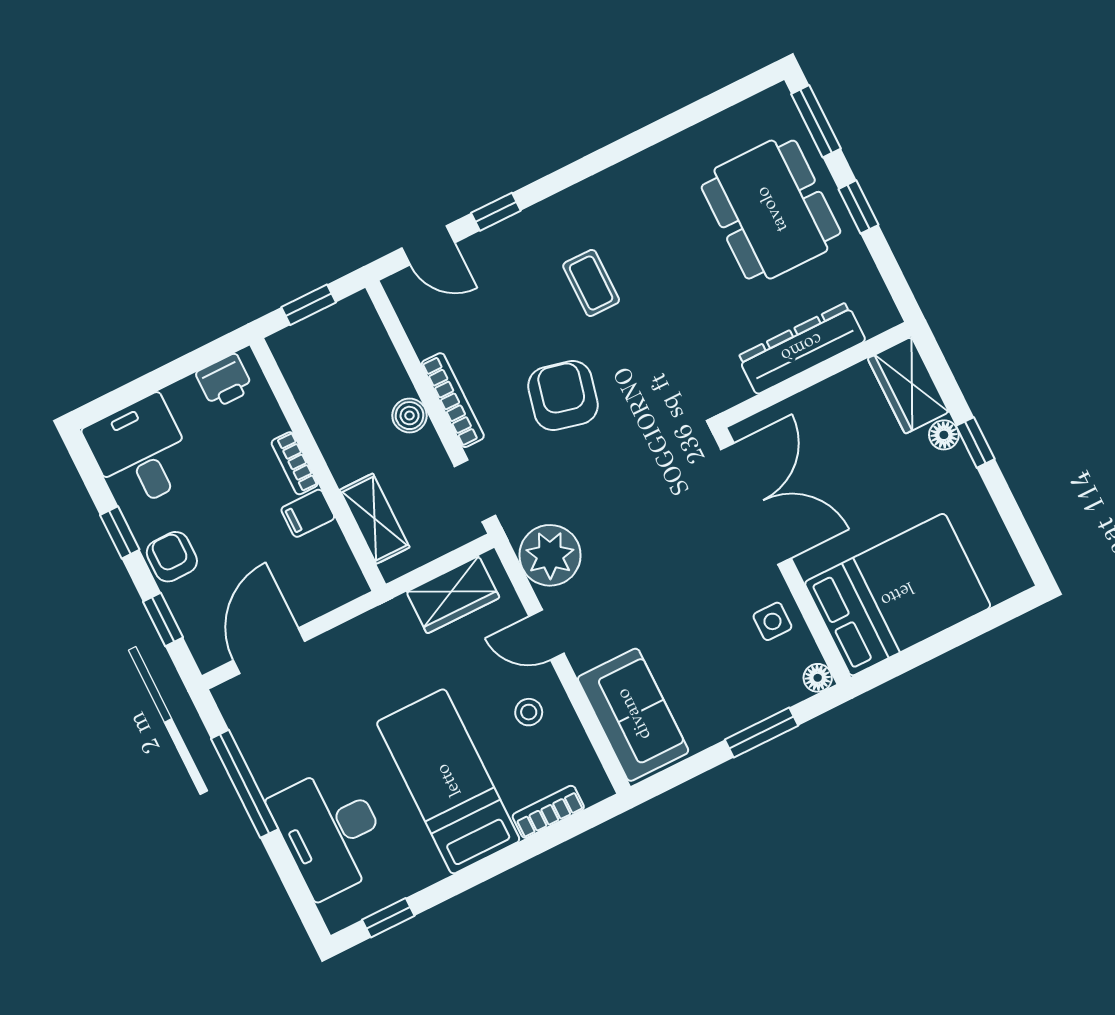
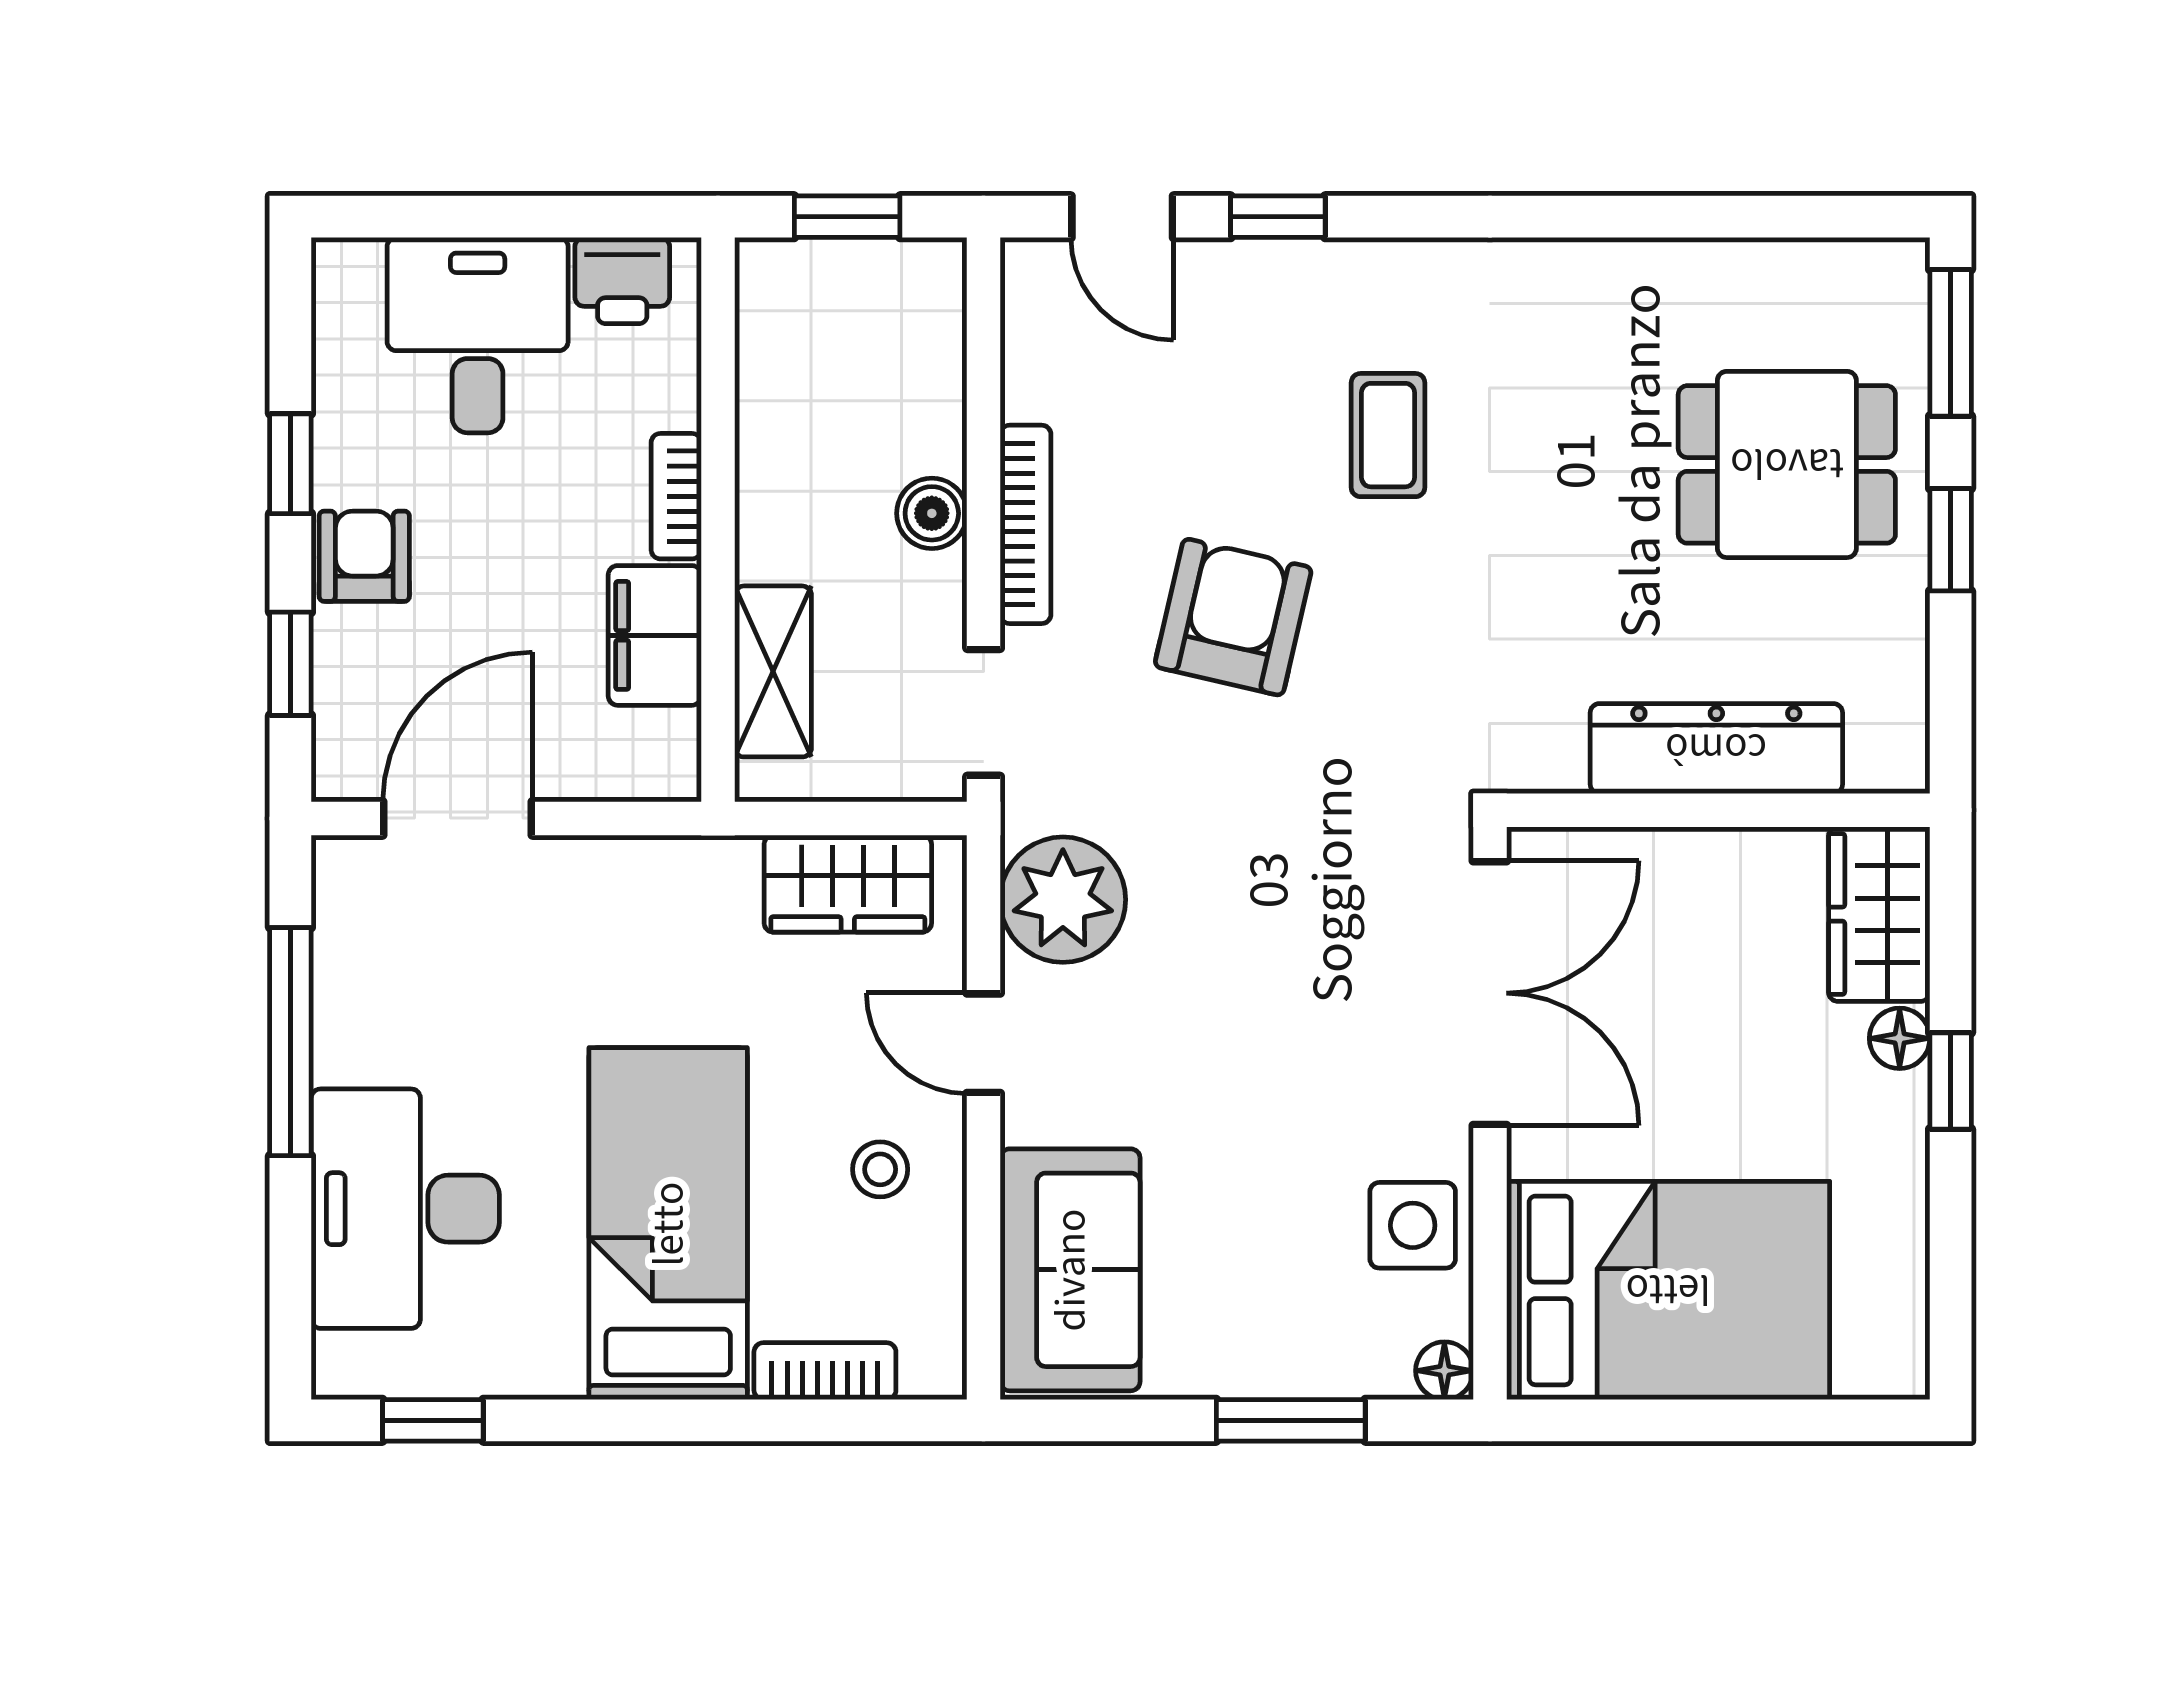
dining table: (771, 210) -> (1787, 464), width x0.73
desk: (140, 452) -> (478, 335), moved
filing cabinet: (308, 513) -> (655, 635), width x2.00
side table: (772, 621) -> (1413, 1225), width x1.37, depth x1.37

